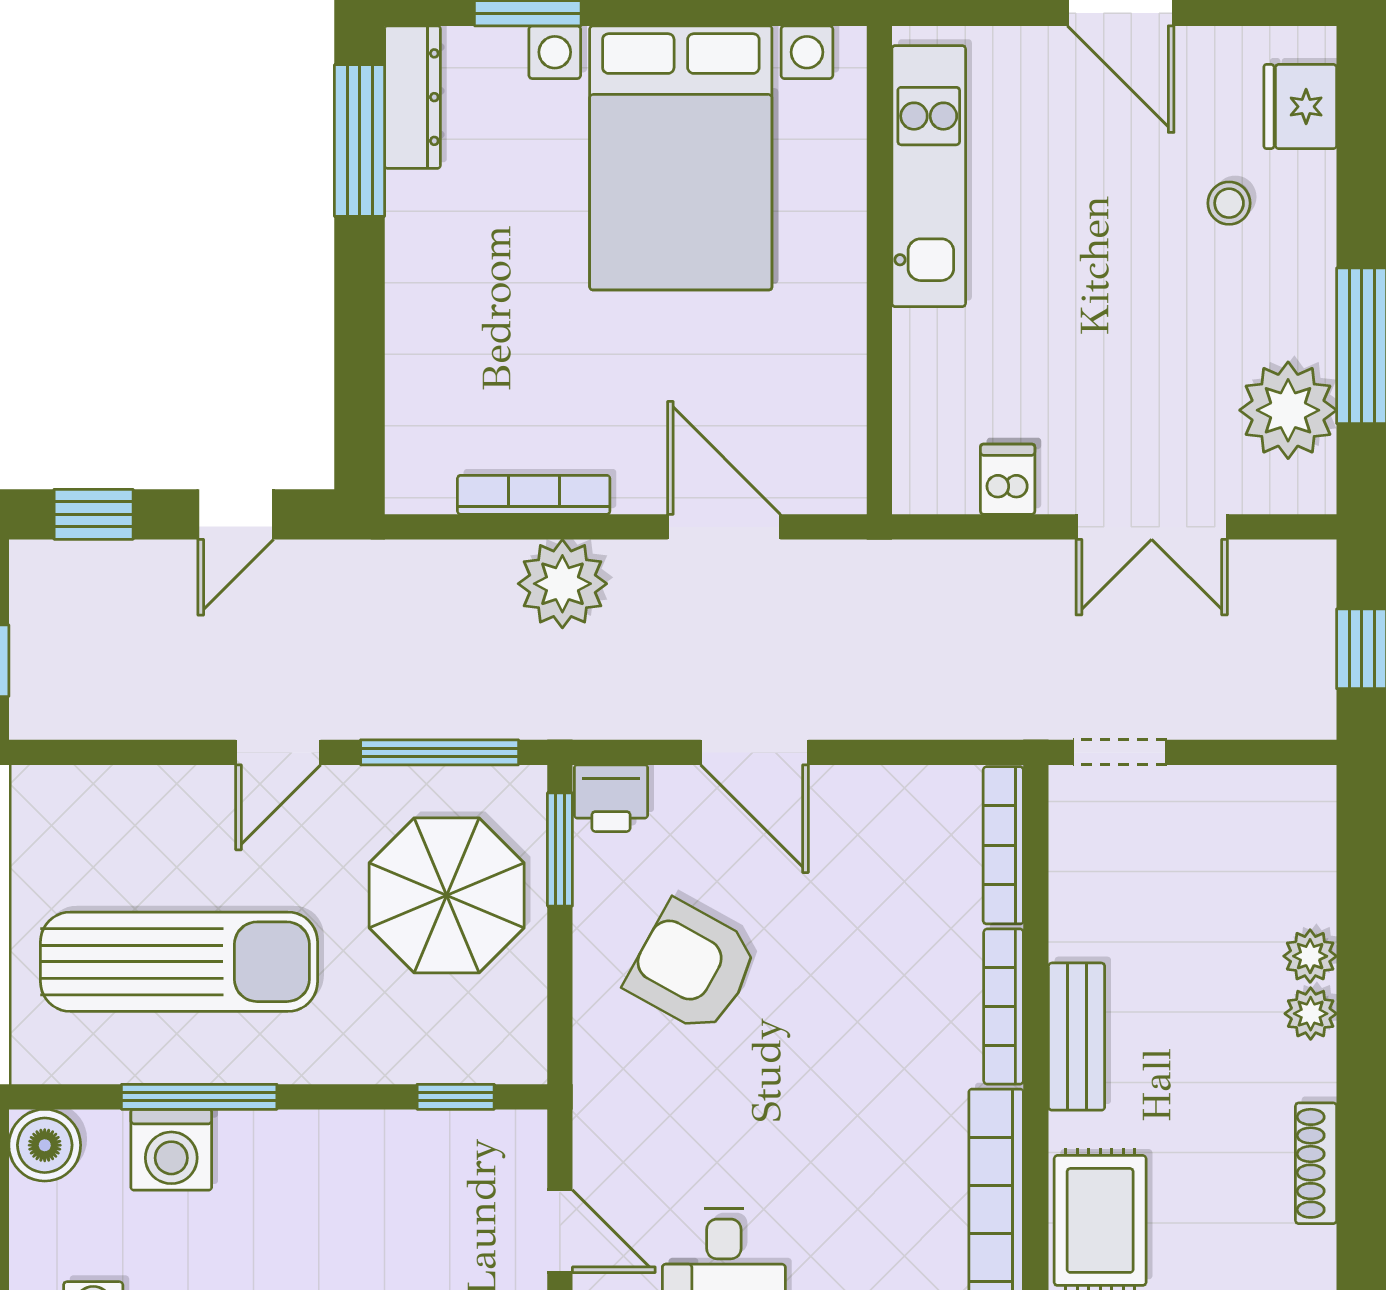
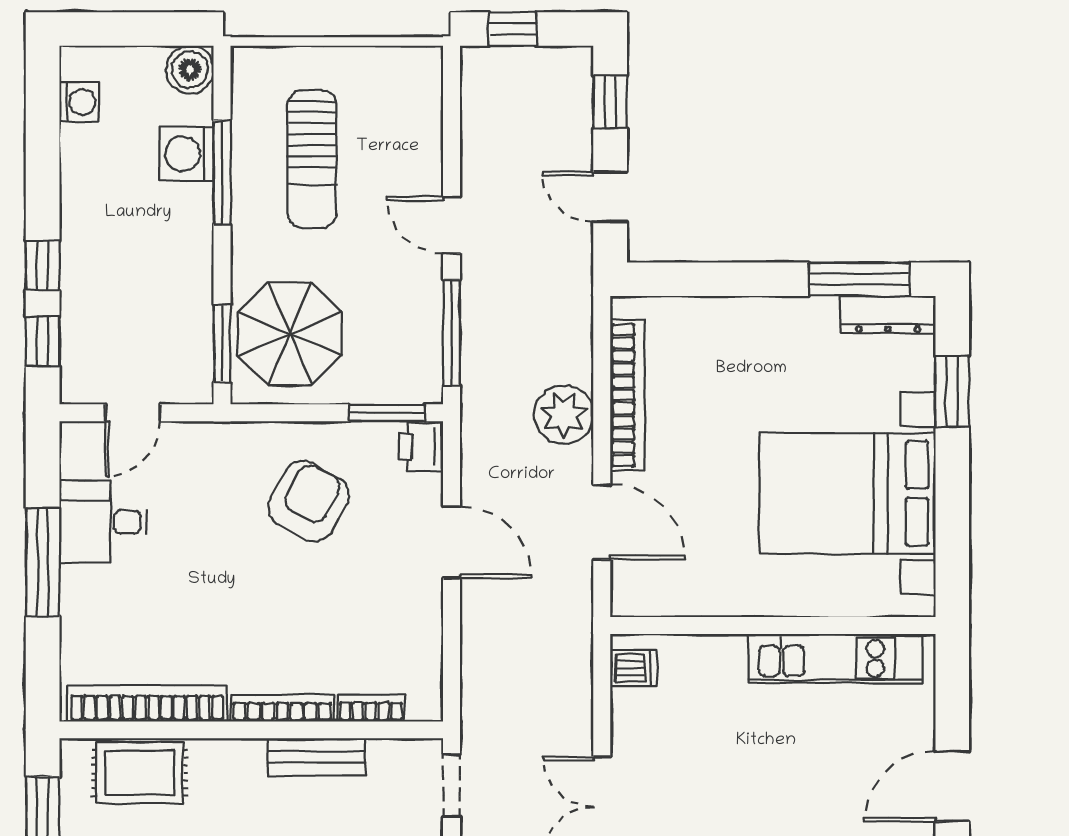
dishwasher: (1008, 479) -> (634, 668), moved
bookcase: (534, 495) -> (627, 395), width x1.48, depth x1.31
door: (724, 527) -> (602, 522), hinge flipped
door: (754, 752) -> (452, 542), swing flipped
bookcase: (1003, 845) -> (371, 708), width x0.64
parasol: (447, 895) -> (290, 334), moved
sun lounger: (179, 962) -> (312, 159), width x0.73, depth x0.75
bench: (1077, 1037) -> (317, 757), moved
window: (456, 1097) -> (222, 343), width x1.50

